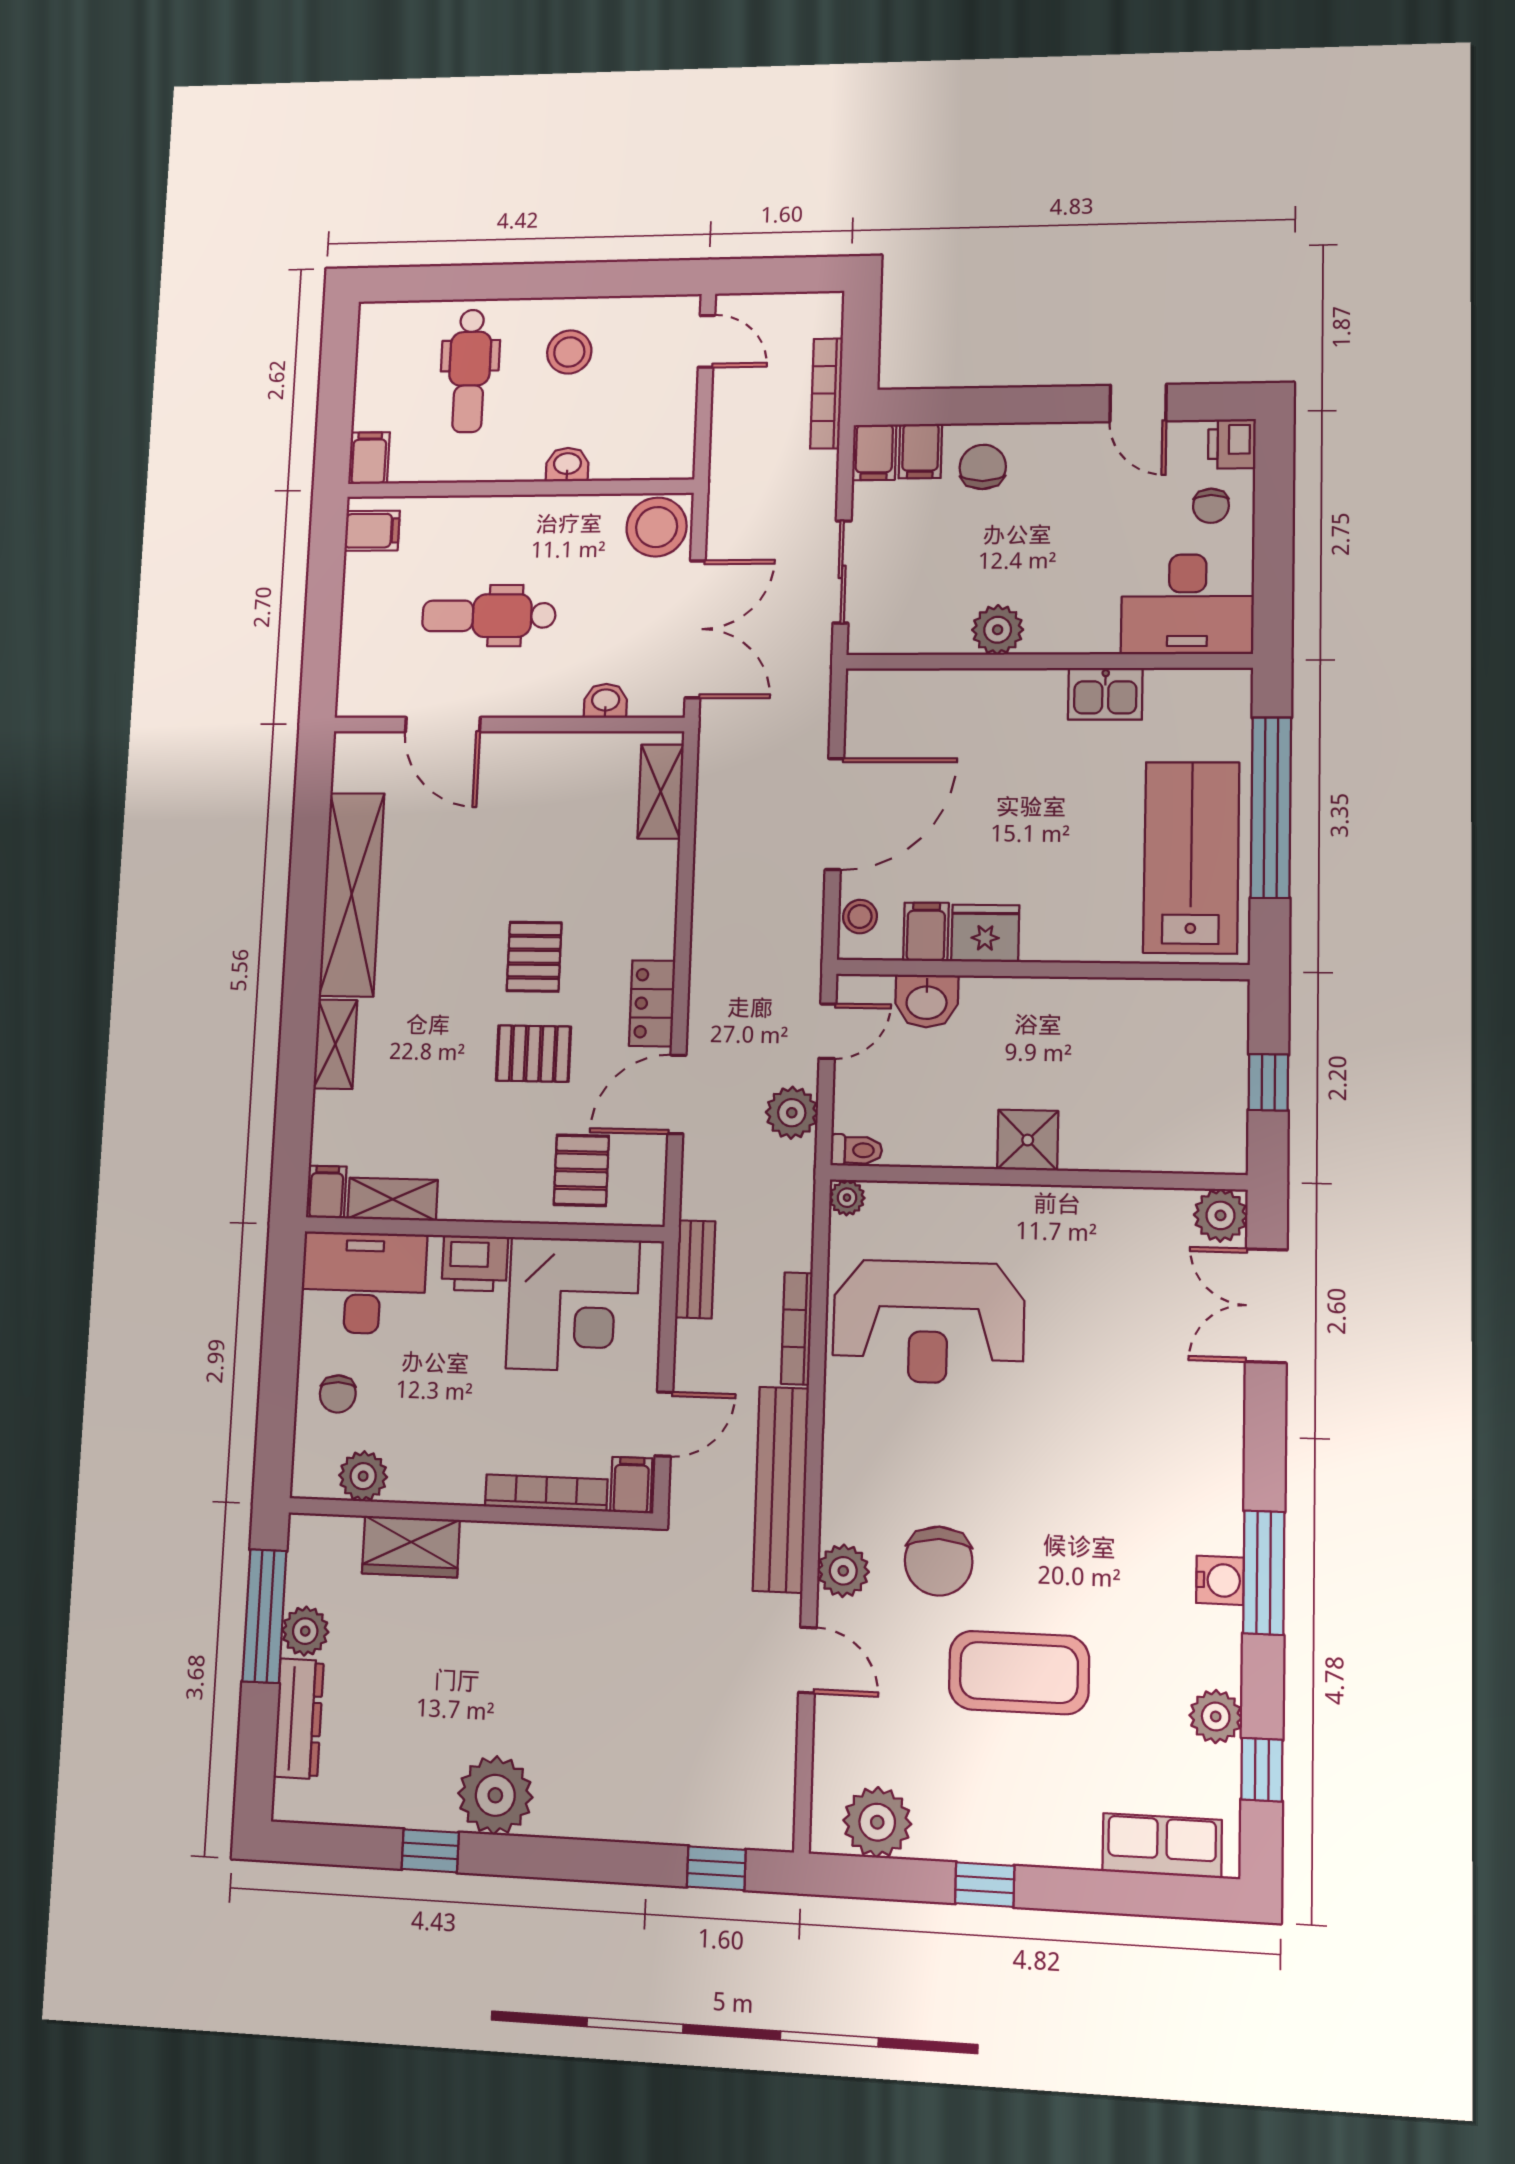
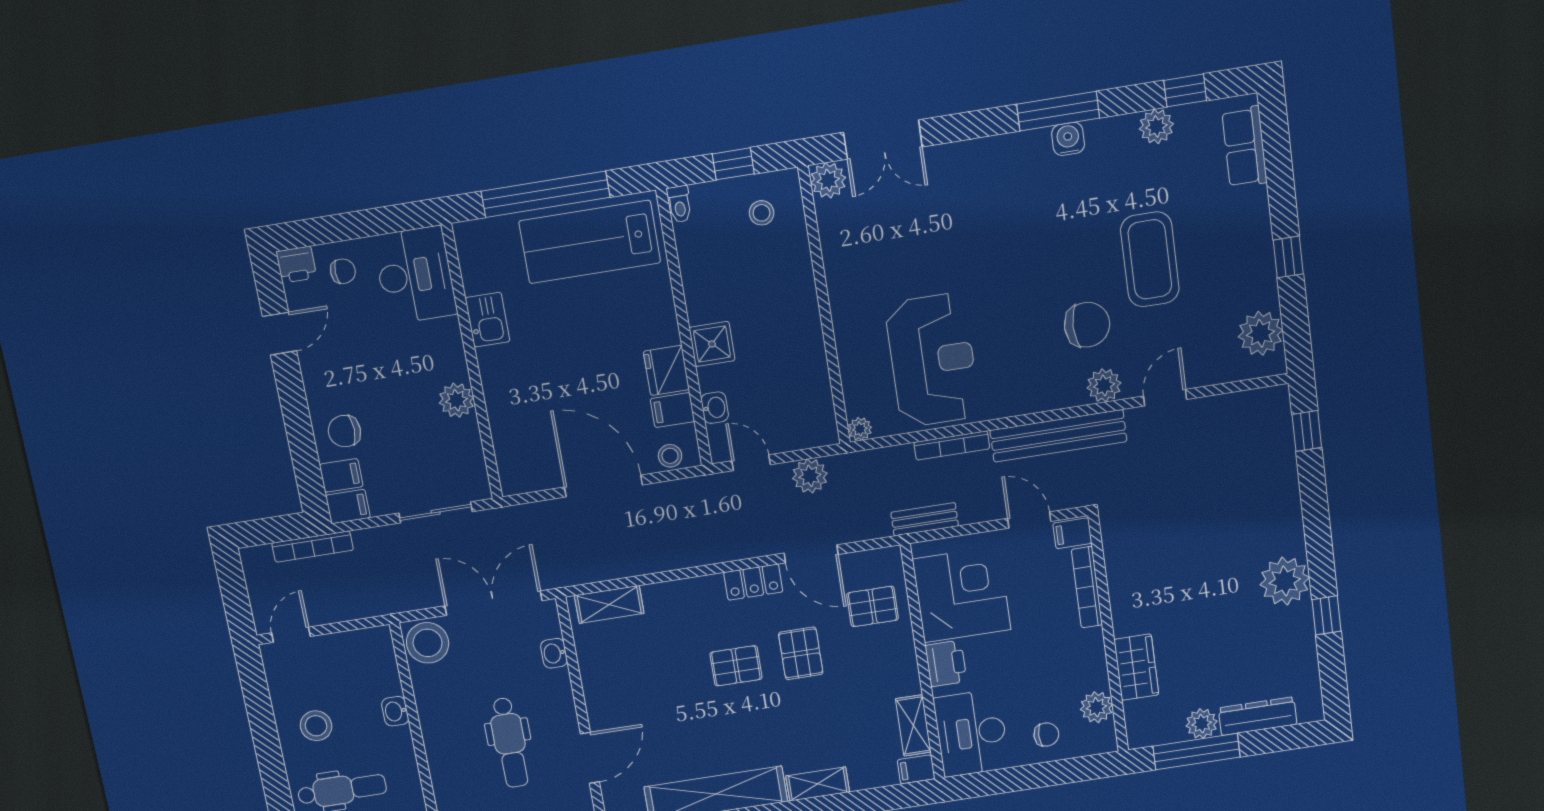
washbasin: (927, 1001) -> (715, 408), width x0.72, depth x0.69
stool: (1190, 1110) -> (762, 213), added
shower: (1028, 1140) -> (712, 344), moved
toilet: (856, 1150) -> (679, 204), moved, turned 180

